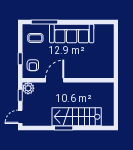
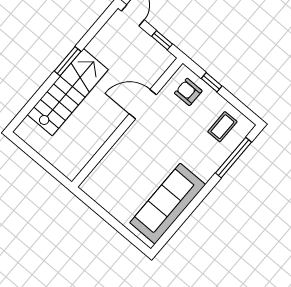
sofa: (72, 33) -> (168, 204), moved
door: (55, 80) -> (143, 104), swing flipped
plant: (28, 88) -> (162, 59), removed

